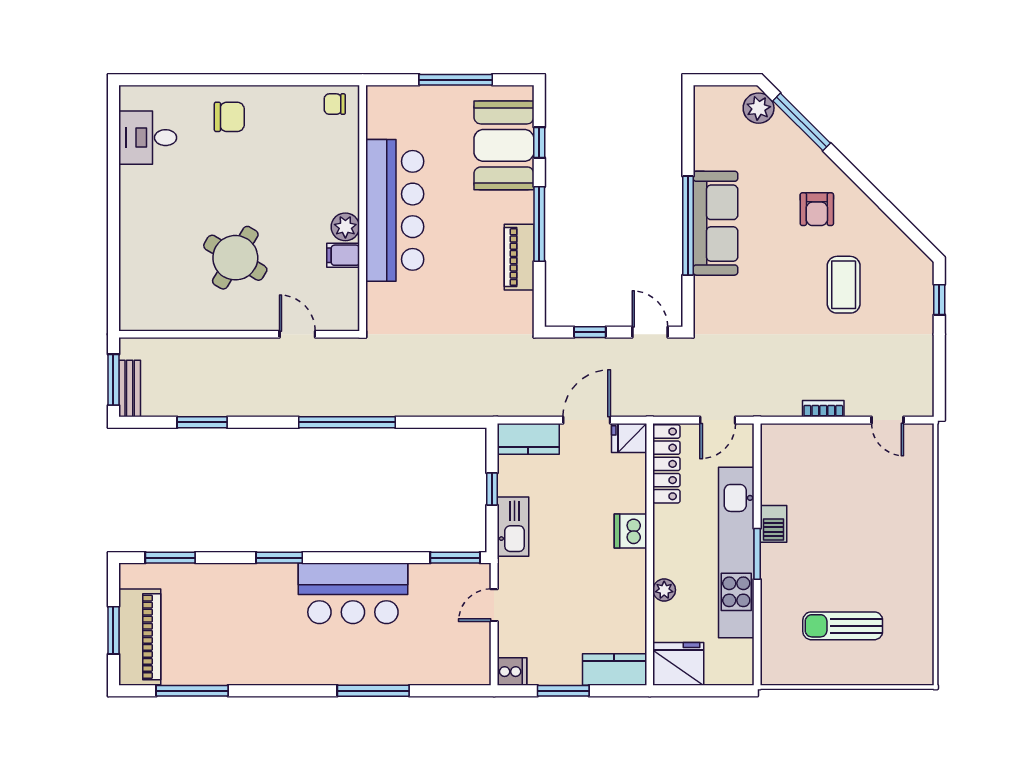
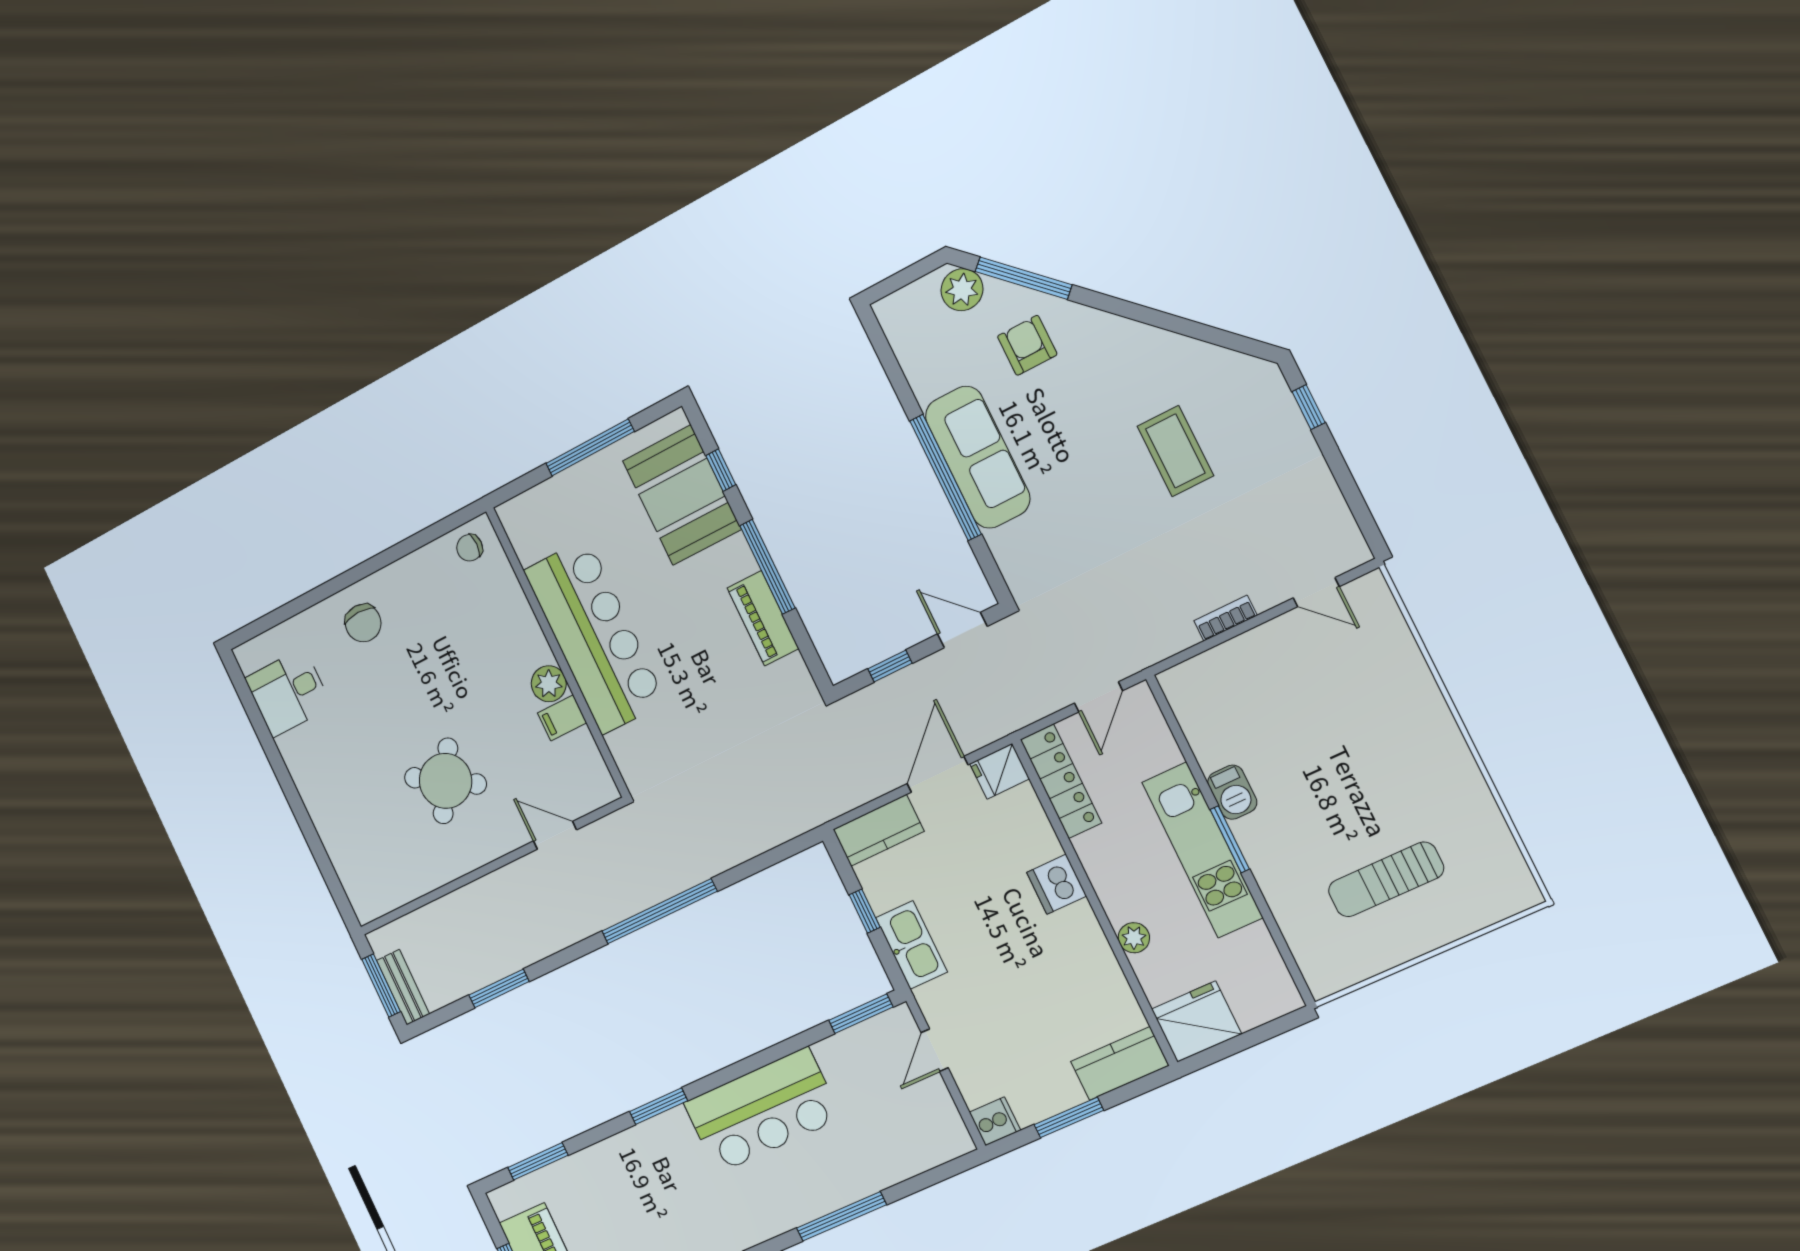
chair: (229, 117) -> (363, 623), turned 90
armchair: (817, 209) -> (1027, 345), moved, turned 180
kitchen unit: (736, 553) -> (1202, 850), width x0.73

